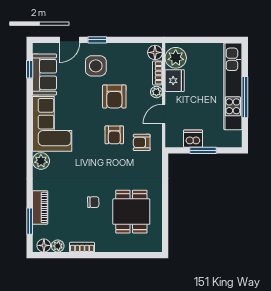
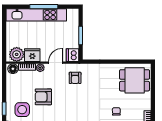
armchair: (114, 97) -> (43, 97), turned 180
door: (164, 114) -> (55, 63), swing flipped
armchair: (114, 135) -> (70, 97), removed
dishwasher: (193, 139) -> (72, 55), moved
dining table: (131, 212) -> (135, 80), moved

